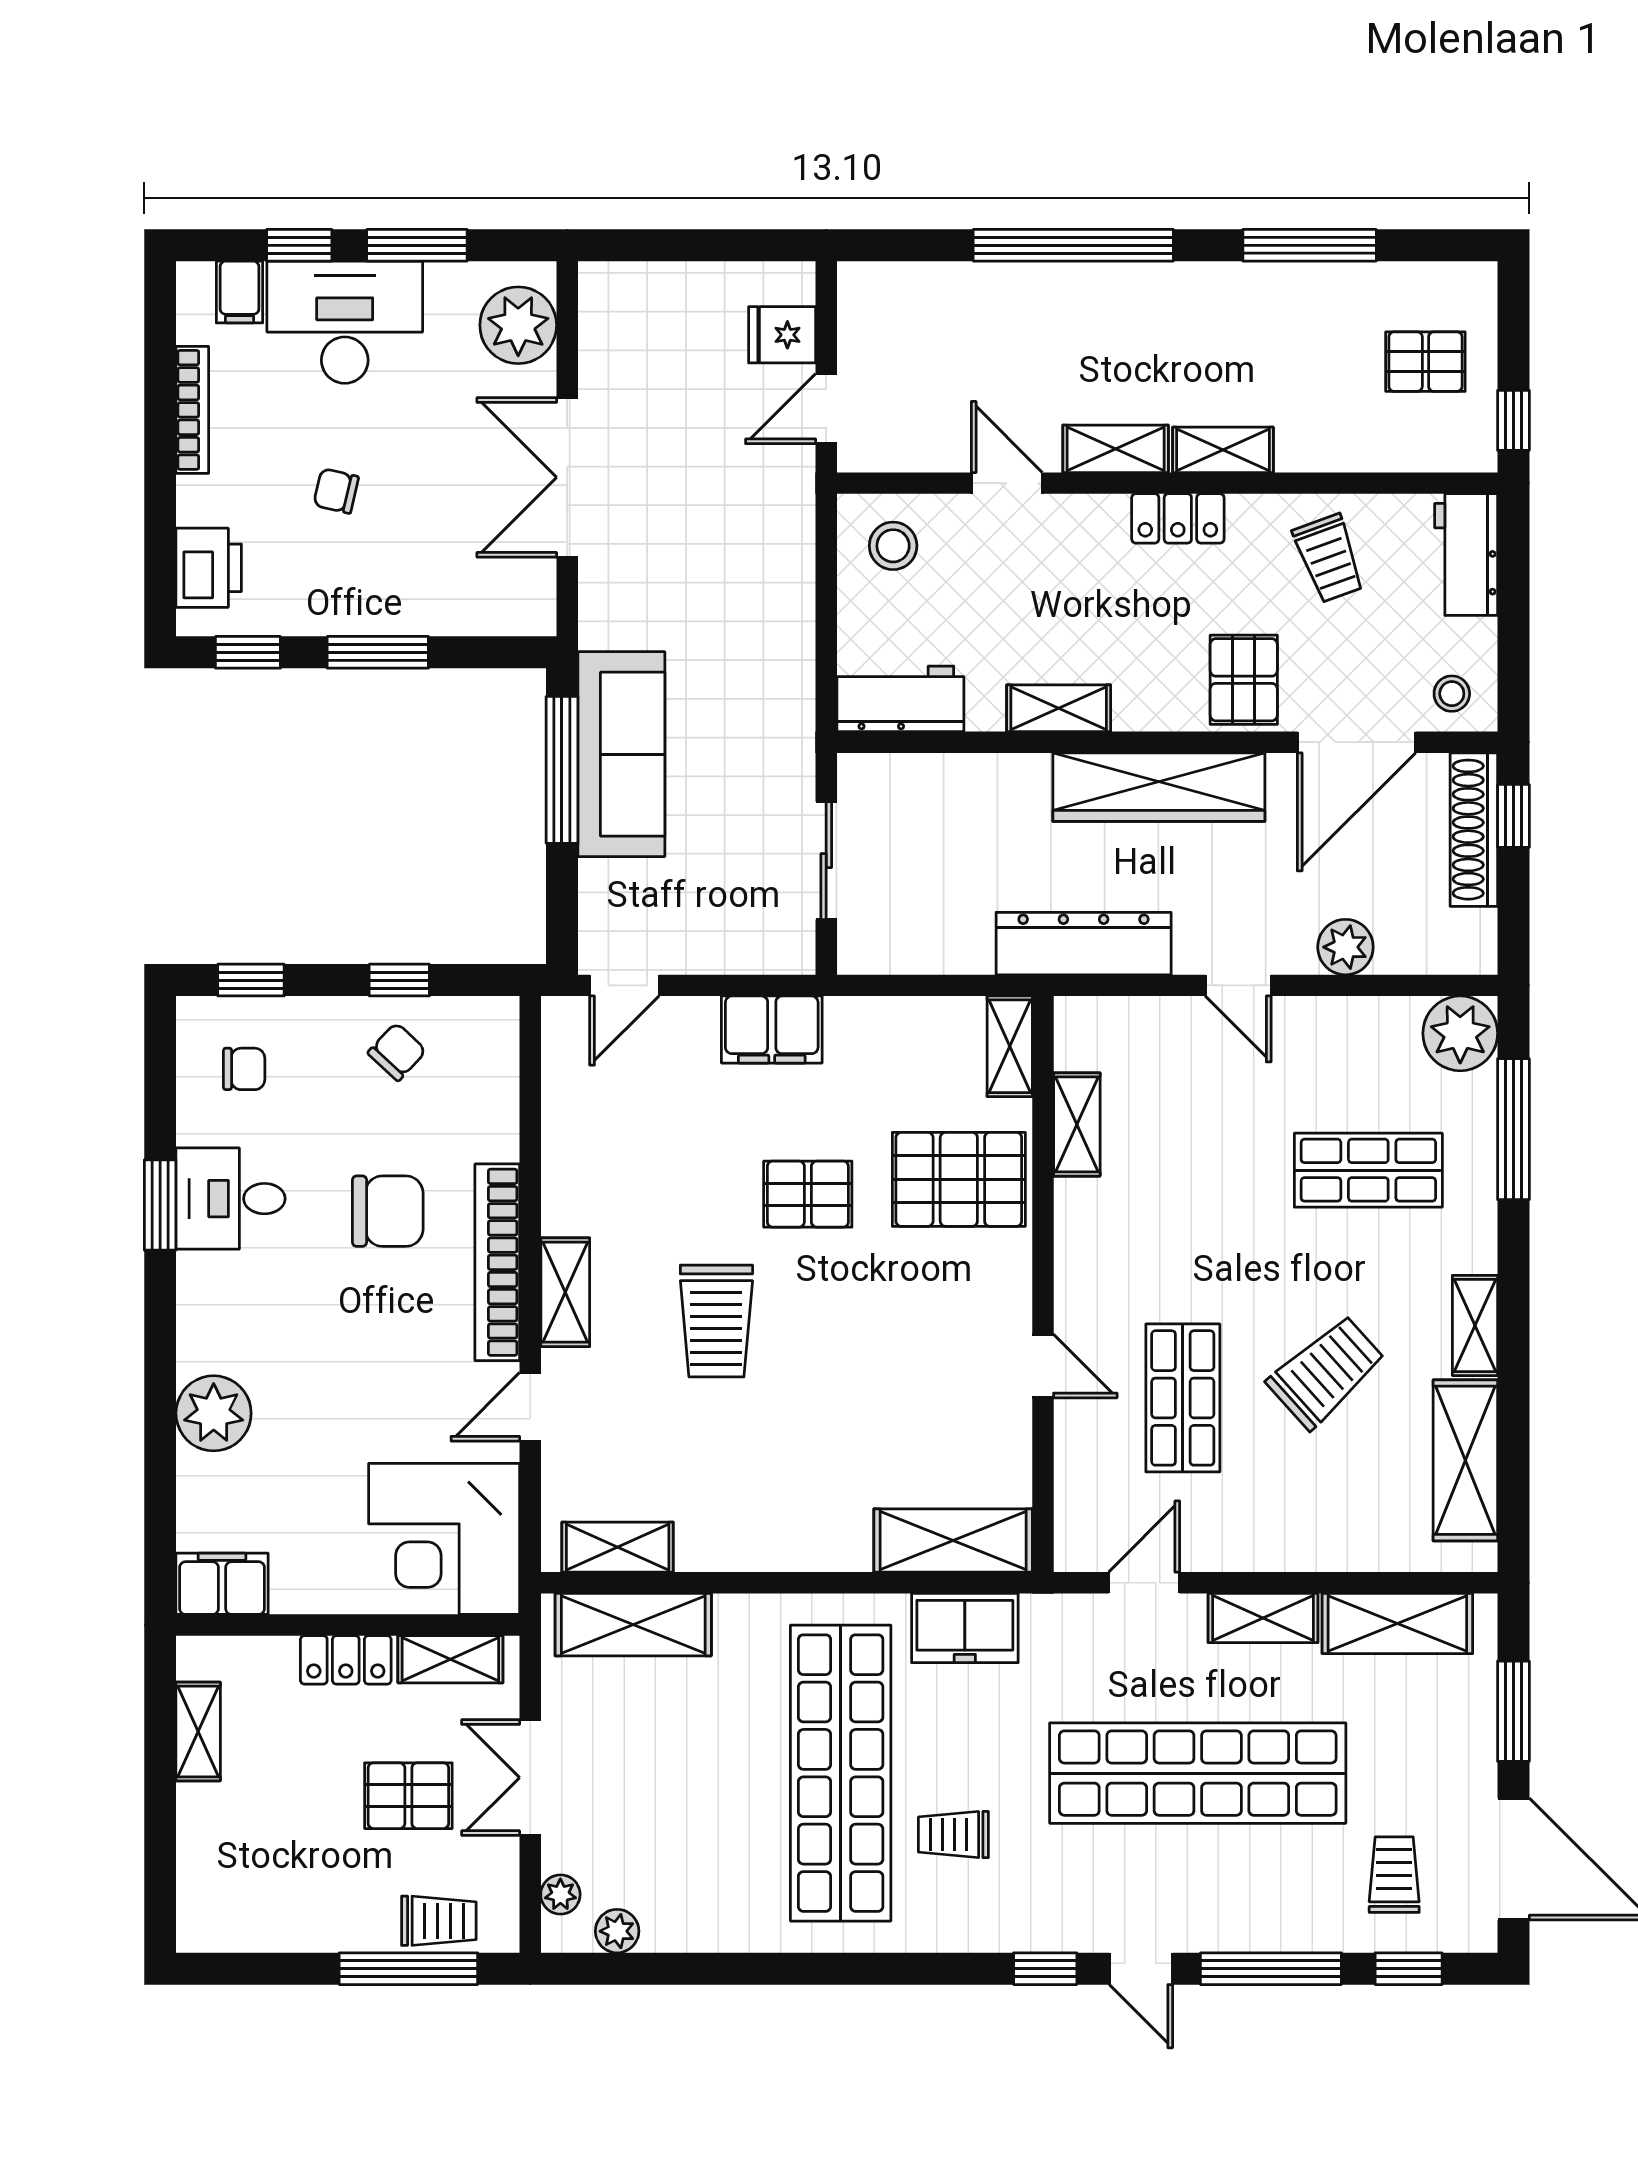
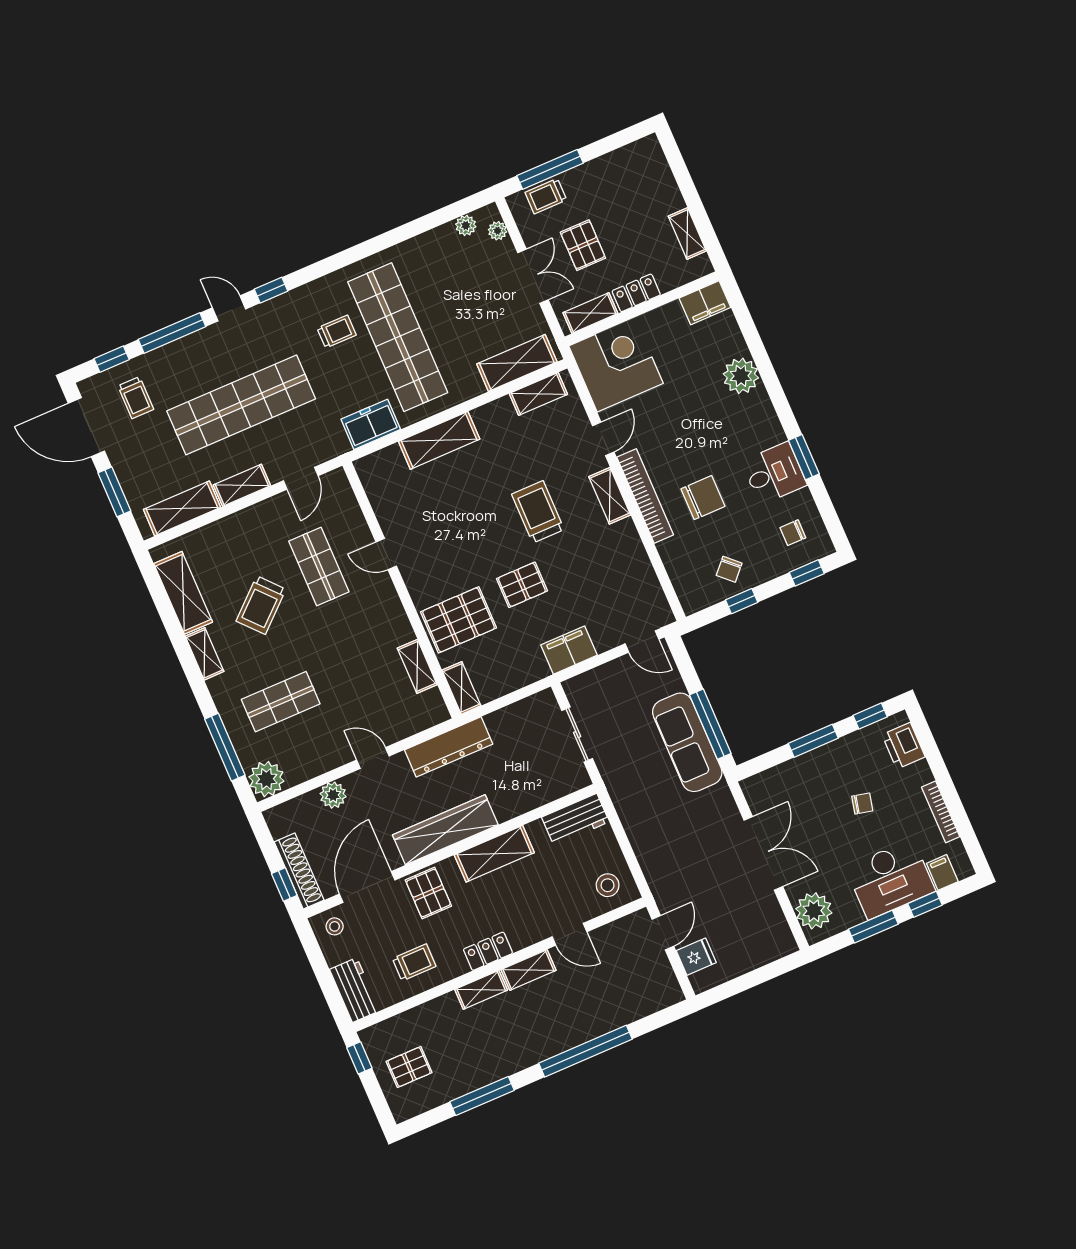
trolley: (1329, 558) -> (414, 962), turned 110
shelving: (1059, 708) -> (494, 854), width x1.50, depth x1.33
door: (624, 985) -> (642, 641), swing flipped
chair: (388, 1211) -> (703, 498), turned 180
shelving: (953, 1540) -> (439, 440), moved
pallet: (408, 1796) -> (583, 245), turned 90

